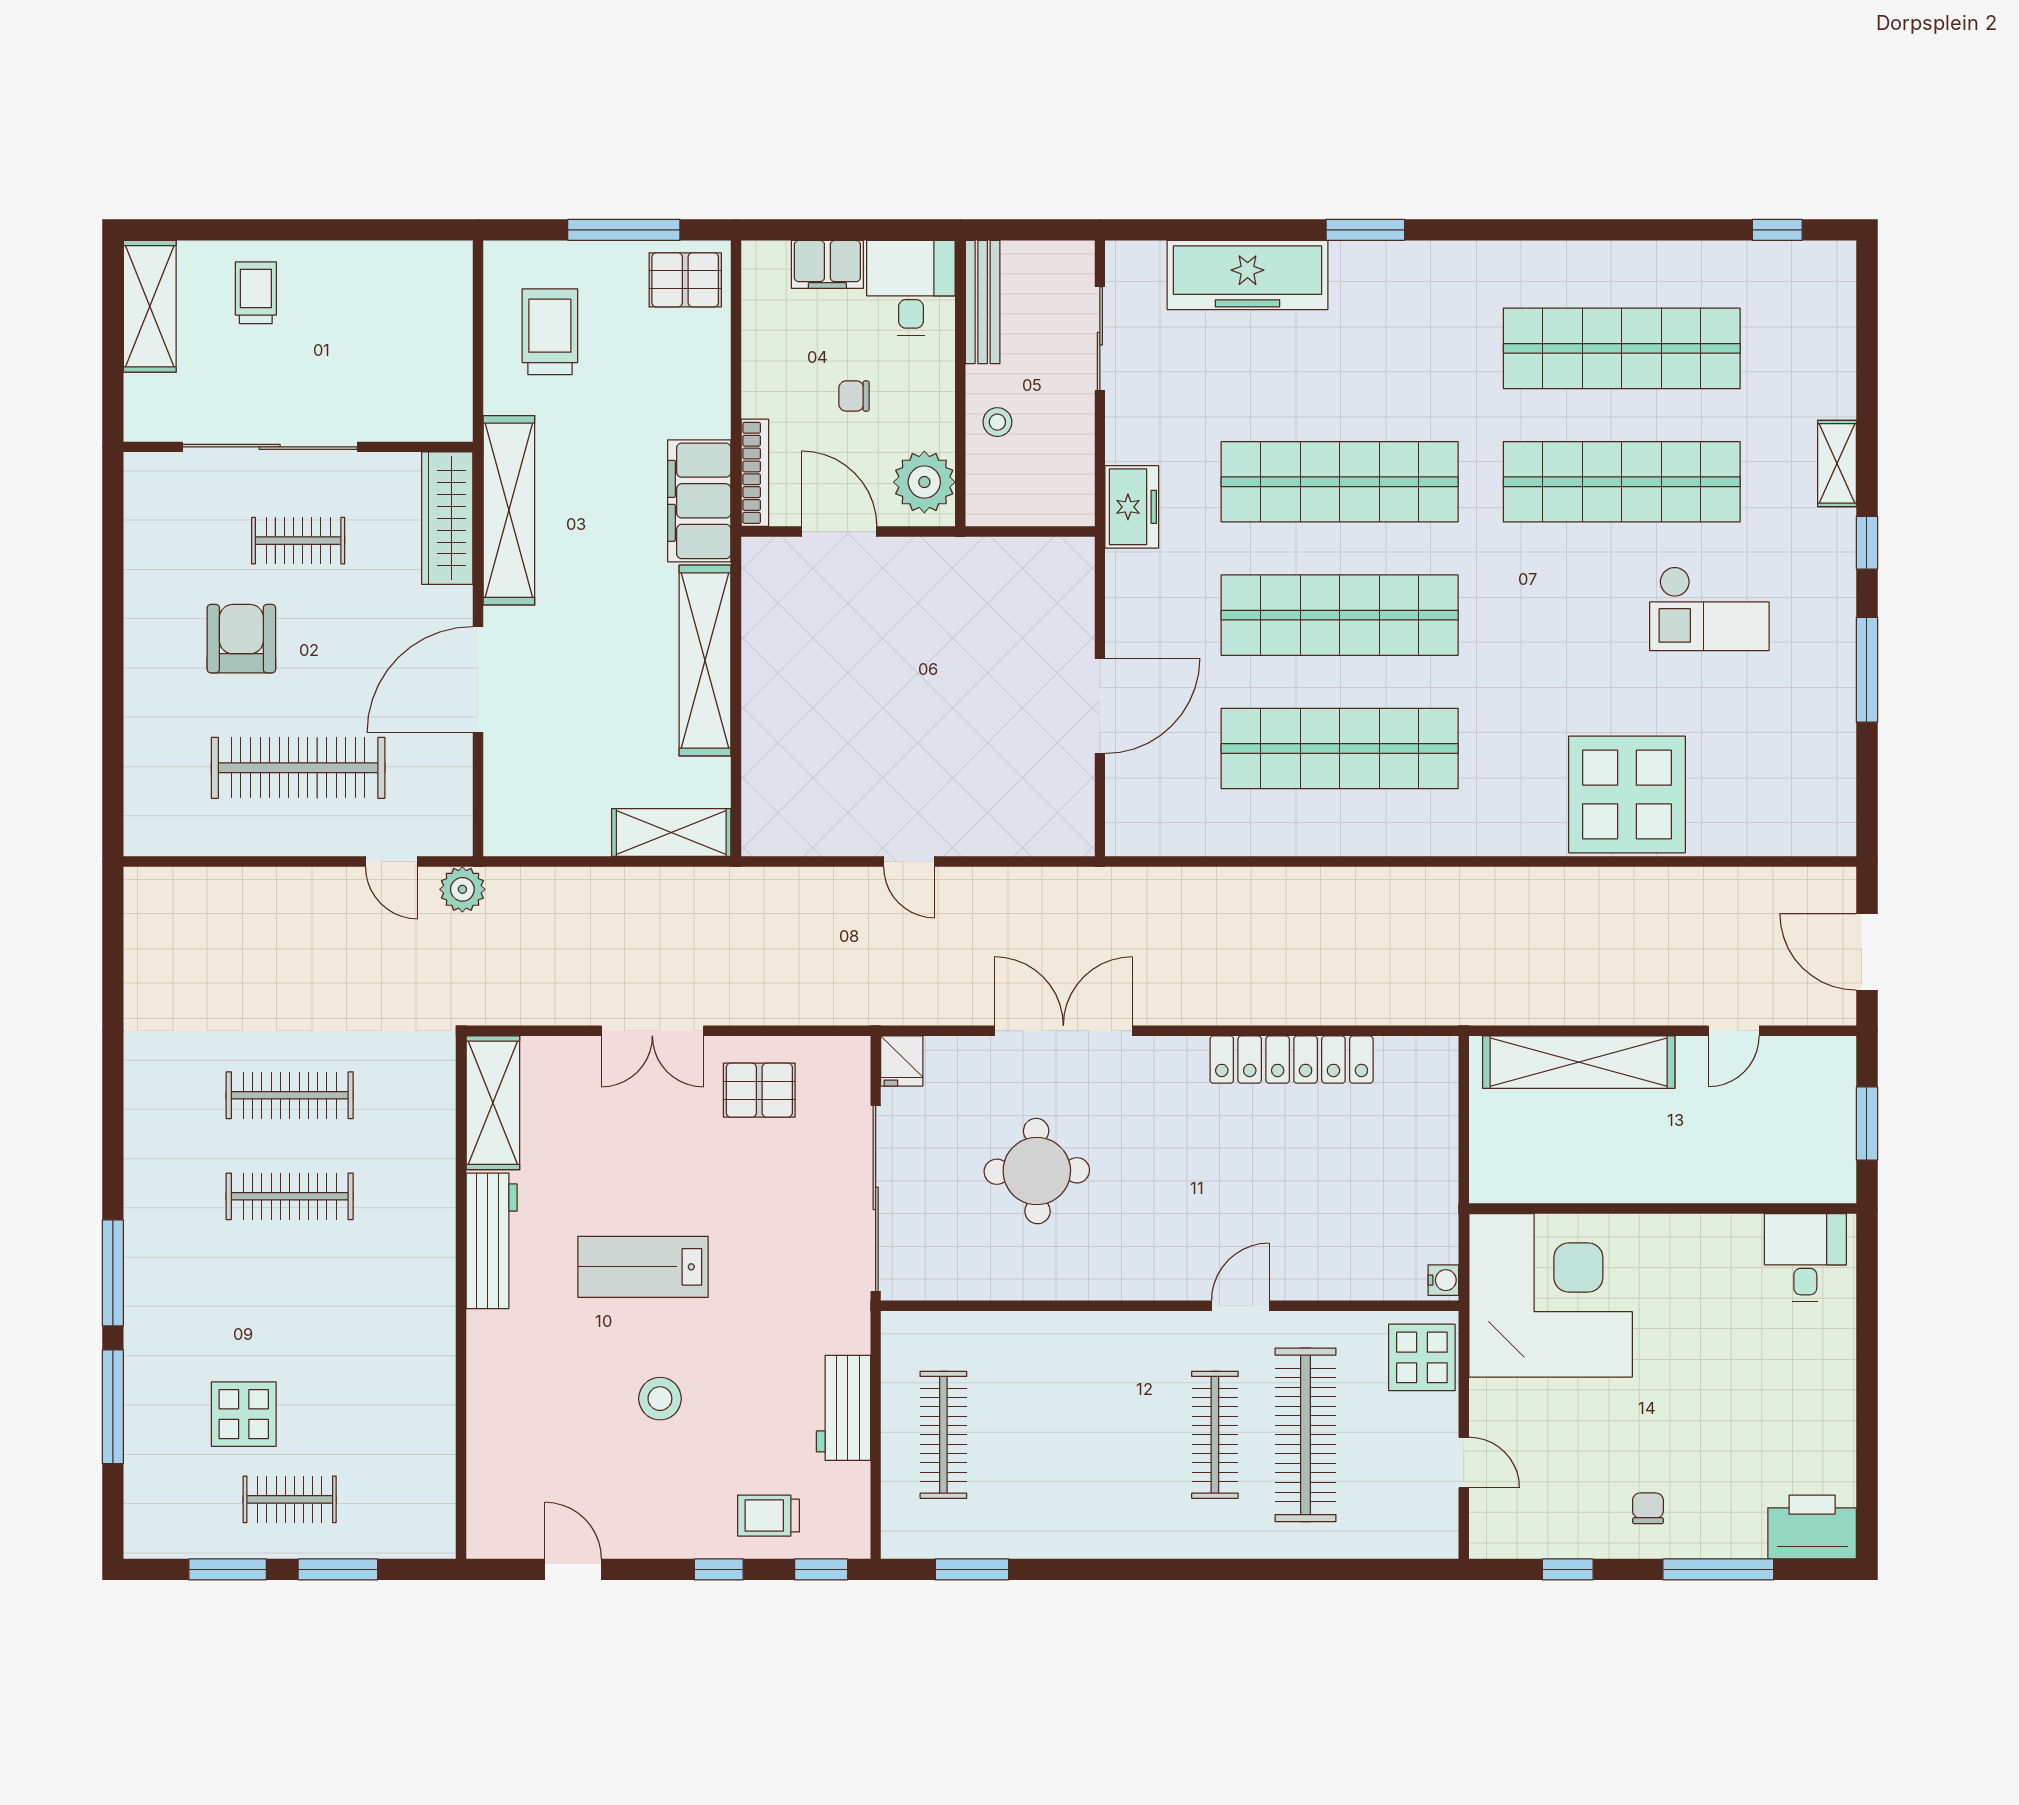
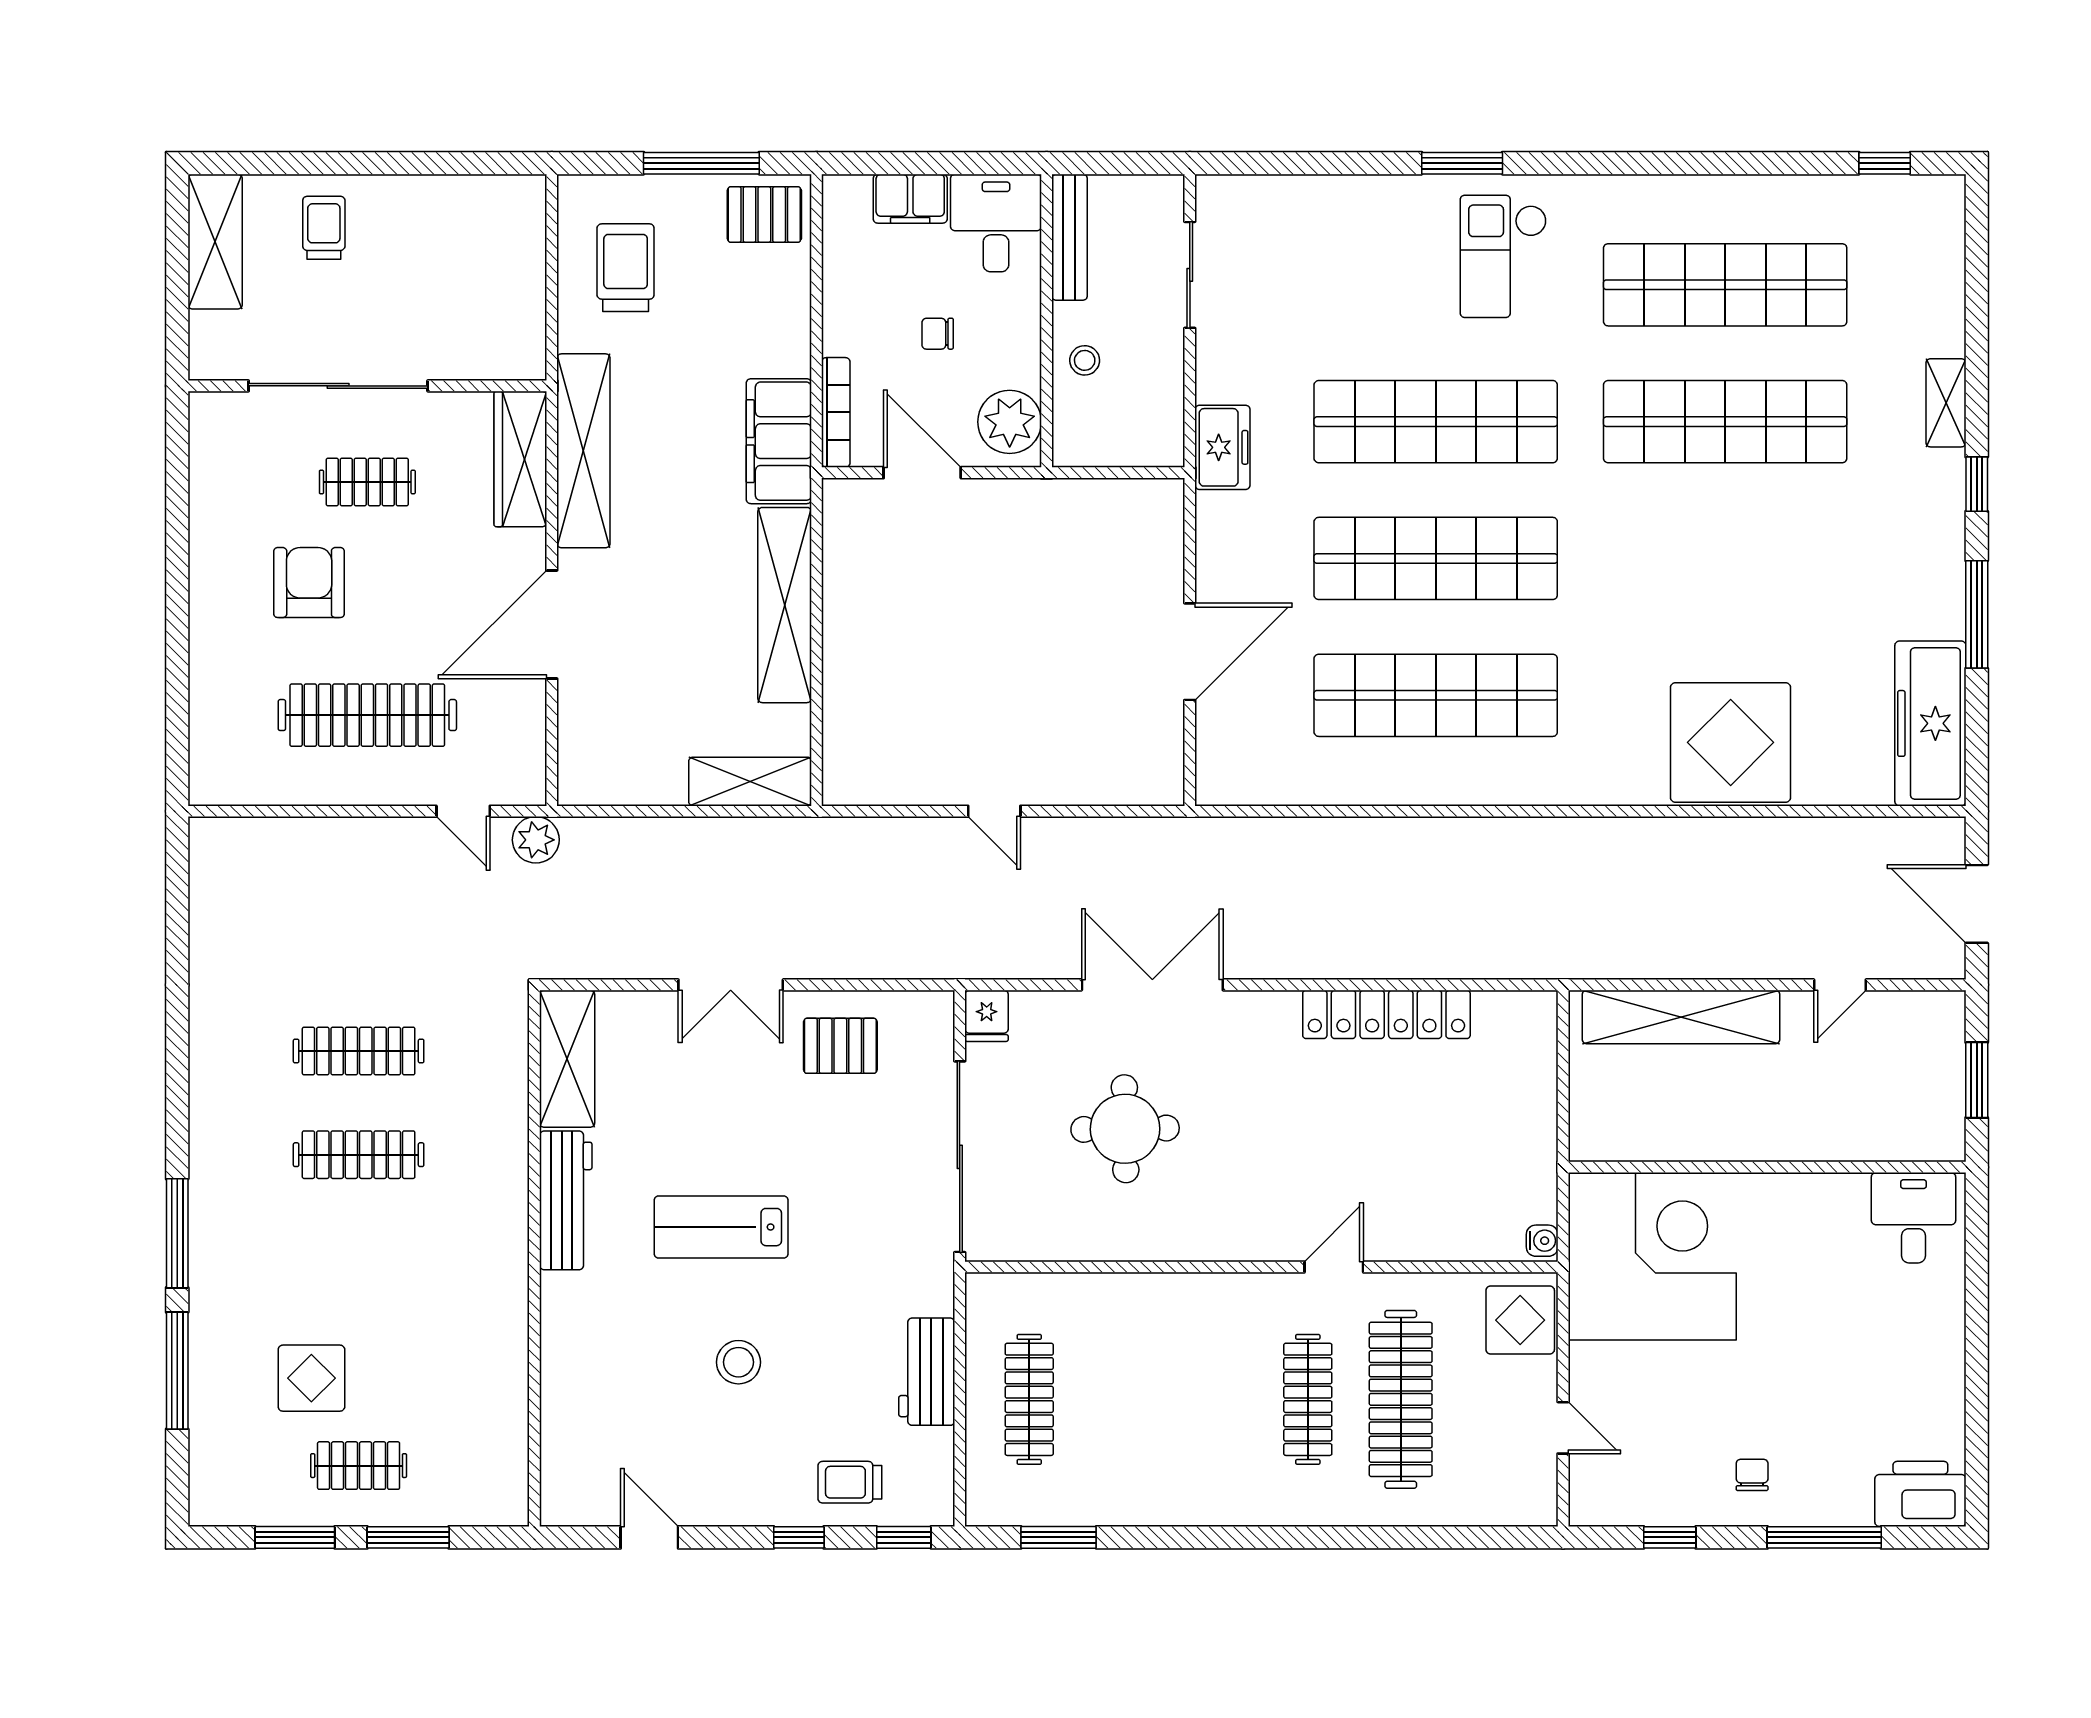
freezer: (1248, 275) -> (1930, 723), moved, turned 90
checkout: (1709, 609) -> (1503, 256), moved, turned 90

